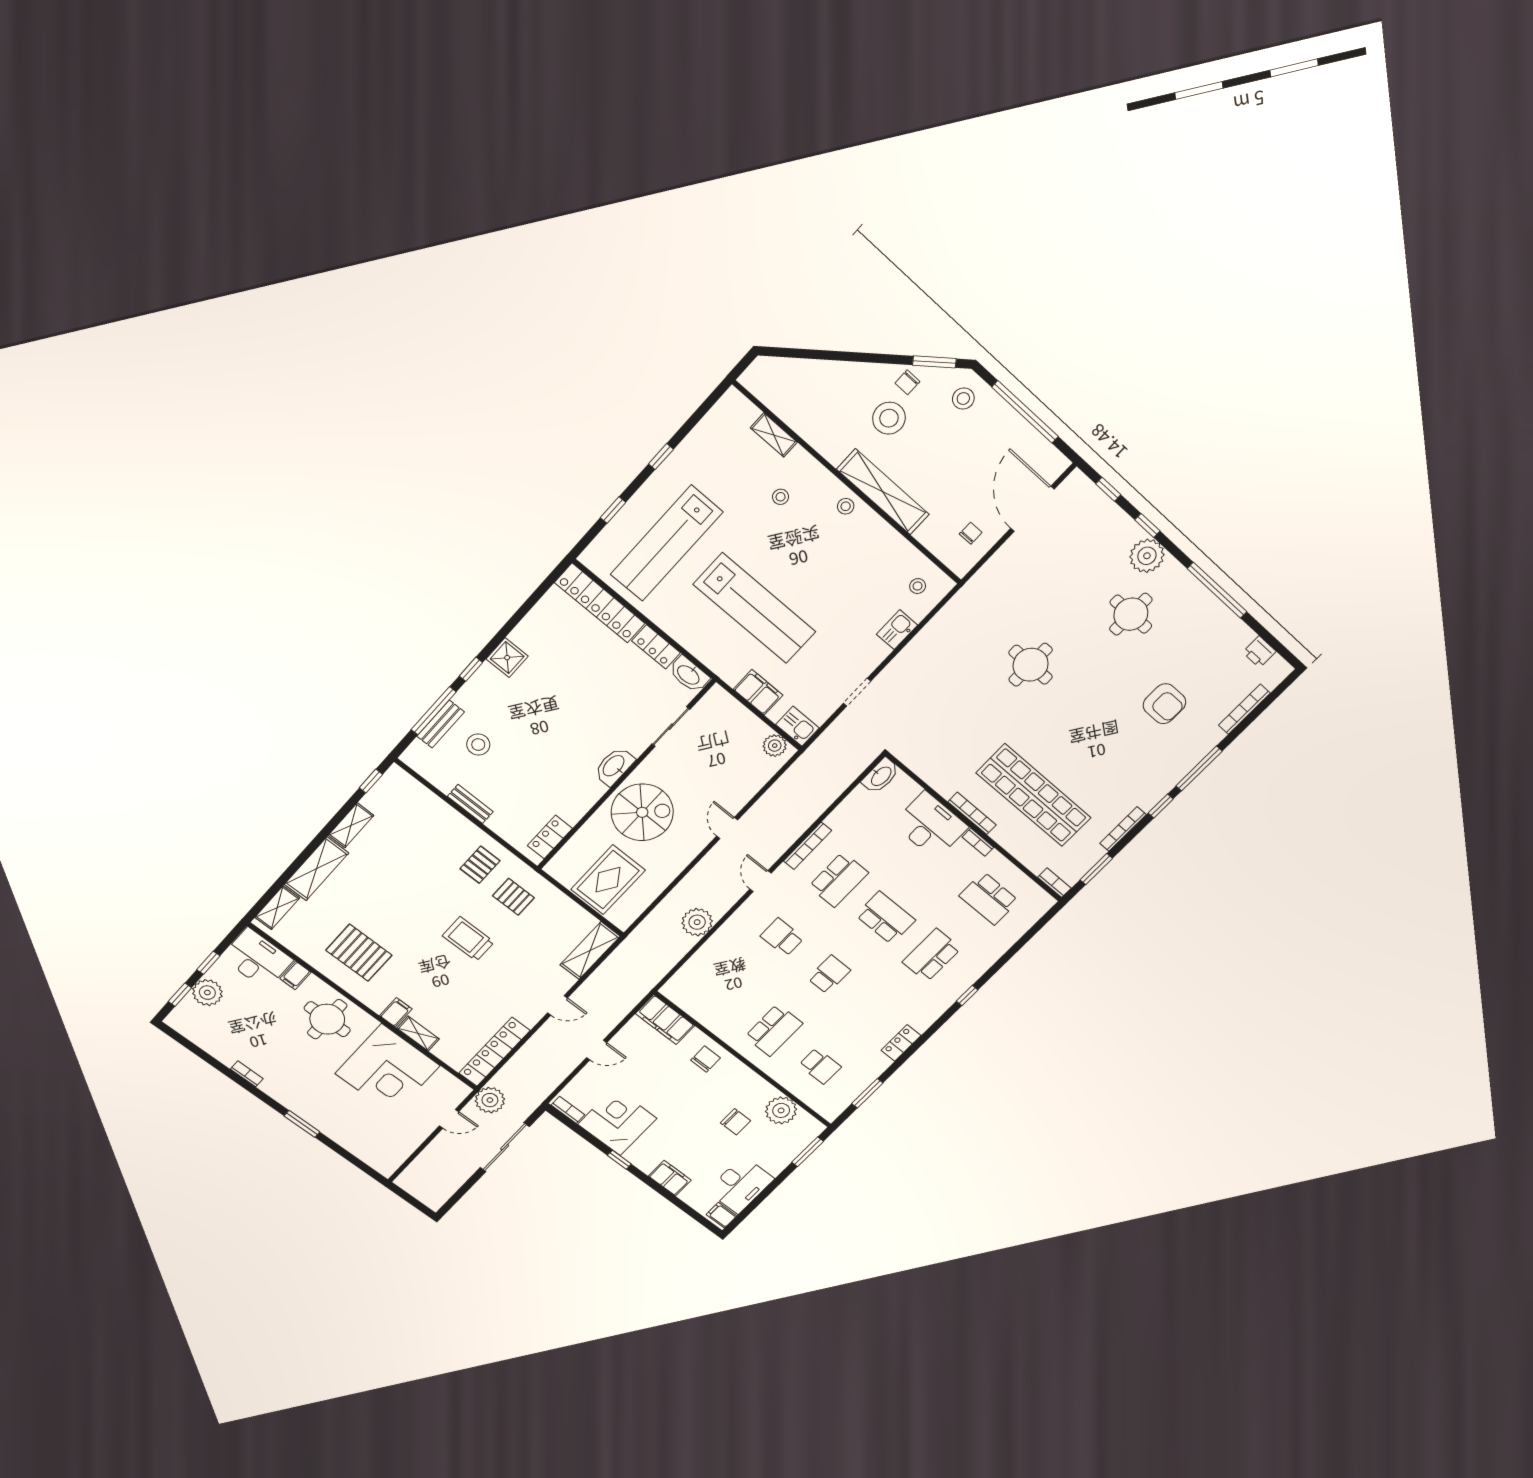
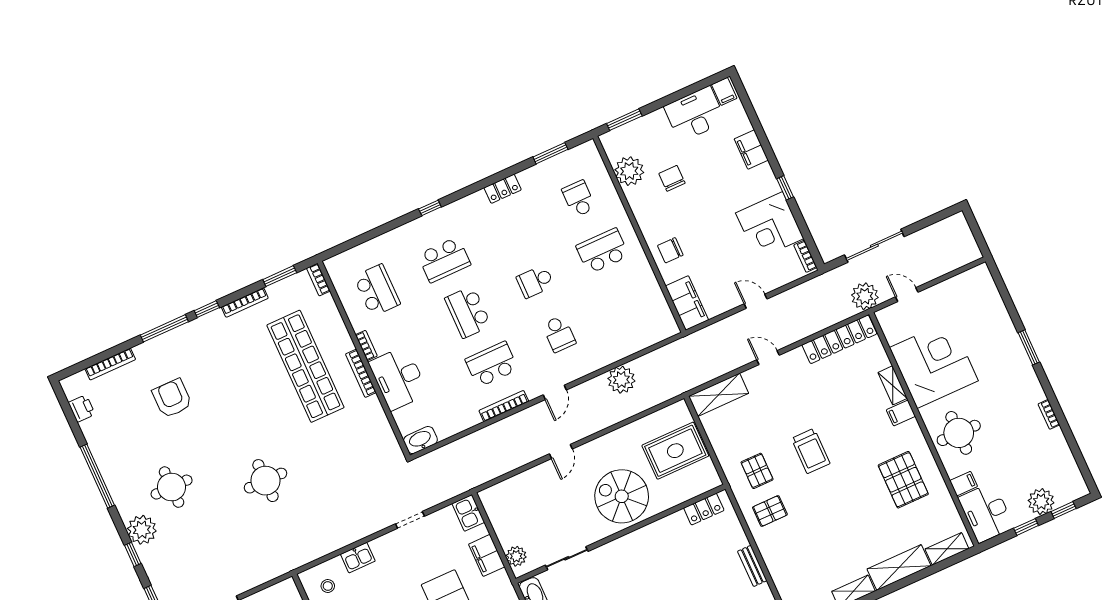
plant: (775, 746) -> (516, 556), moved
washbasin: (614, 766) -> (626, 546), removed

